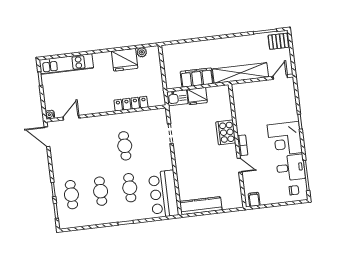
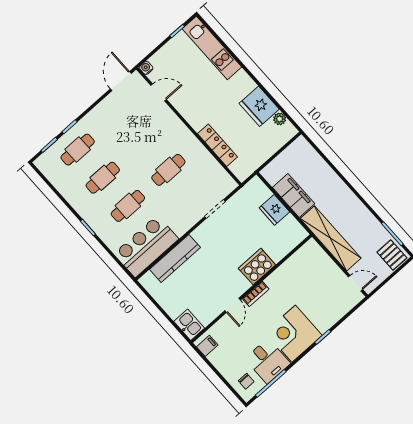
kitchen sink: (177, 98) -> (189, 325), moved, turned 180
kitchen counter: (201, 206) -> (175, 258), moved, turned 90

